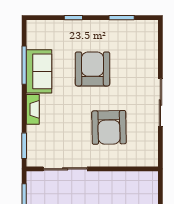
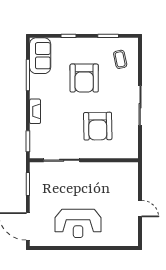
coffee table: (136, 46) -> (120, 59), added
armchair: (93, 69) -> (84, 78), turned 180
sofa: (39, 71) -> (40, 56), moved

